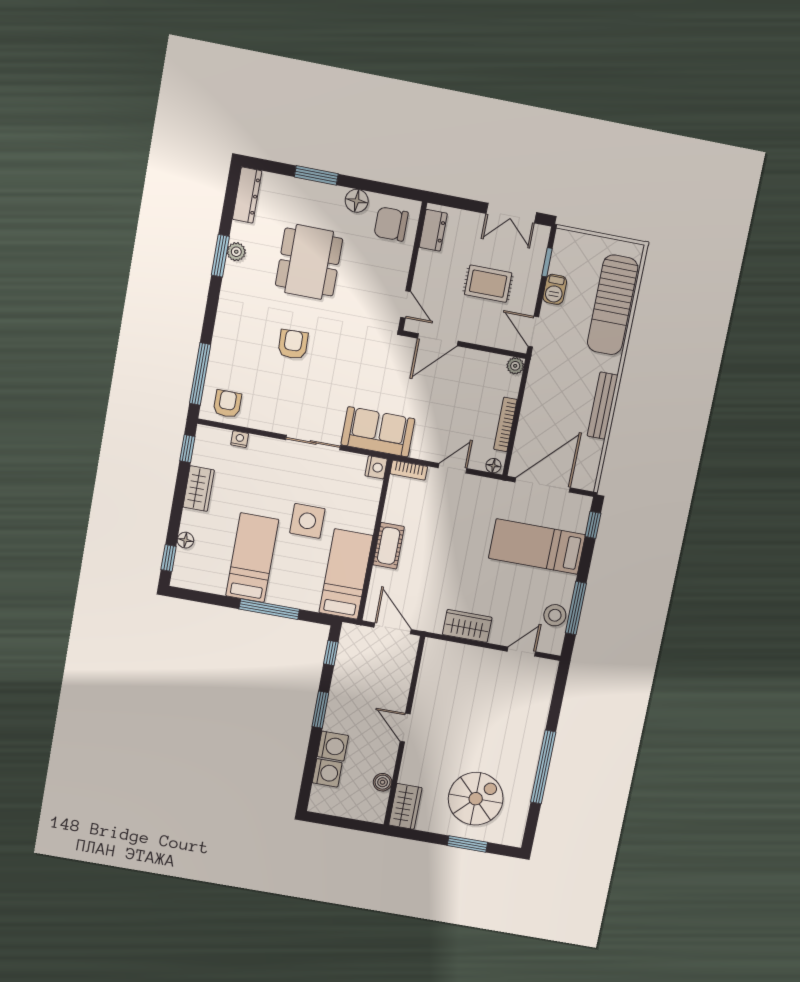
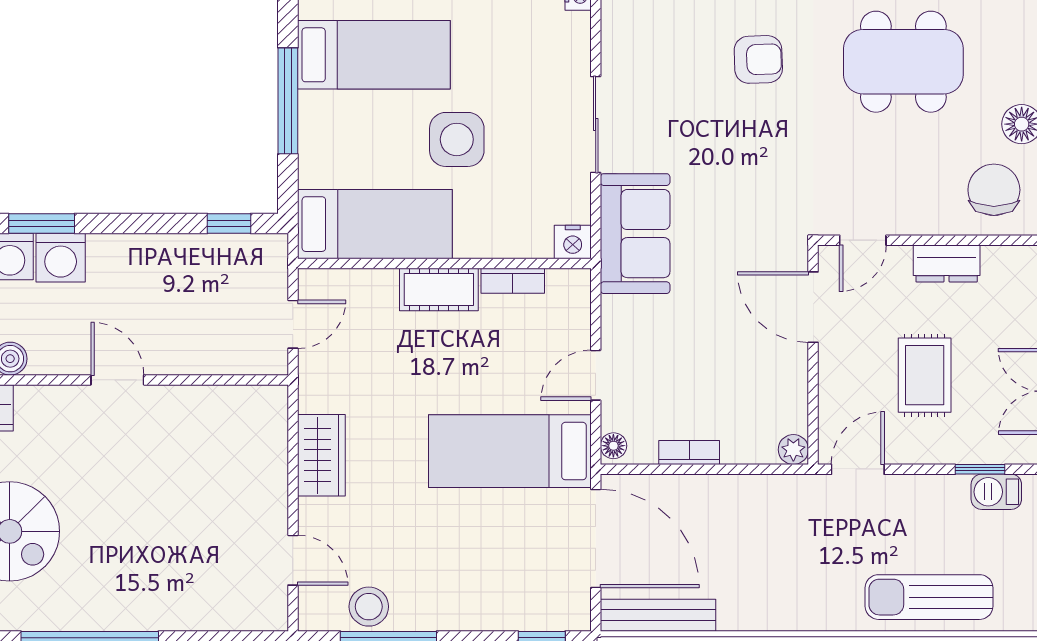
dresser: (433, 230) -> (947, 264), moved
barbecue: (555, 289) -> (996, 492), moved
sun lounger: (613, 305) -> (929, 597), width x0.73, depth x0.75
bench: (603, 406) -> (658, 615), moved
bookcase: (505, 424) -> (689, 453), width x0.64
door: (453, 468) -> (596, 375), swing flipped
bookcase: (409, 470) -> (513, 281), moved, turned -90
bed: (537, 547) -> (510, 451), moved, turned -90
door: (393, 628) -> (293, 324), width x0.73
window: (320, 710) -> (42, 224), moved
door: (405, 728) -> (117, 380), hinge flipped

